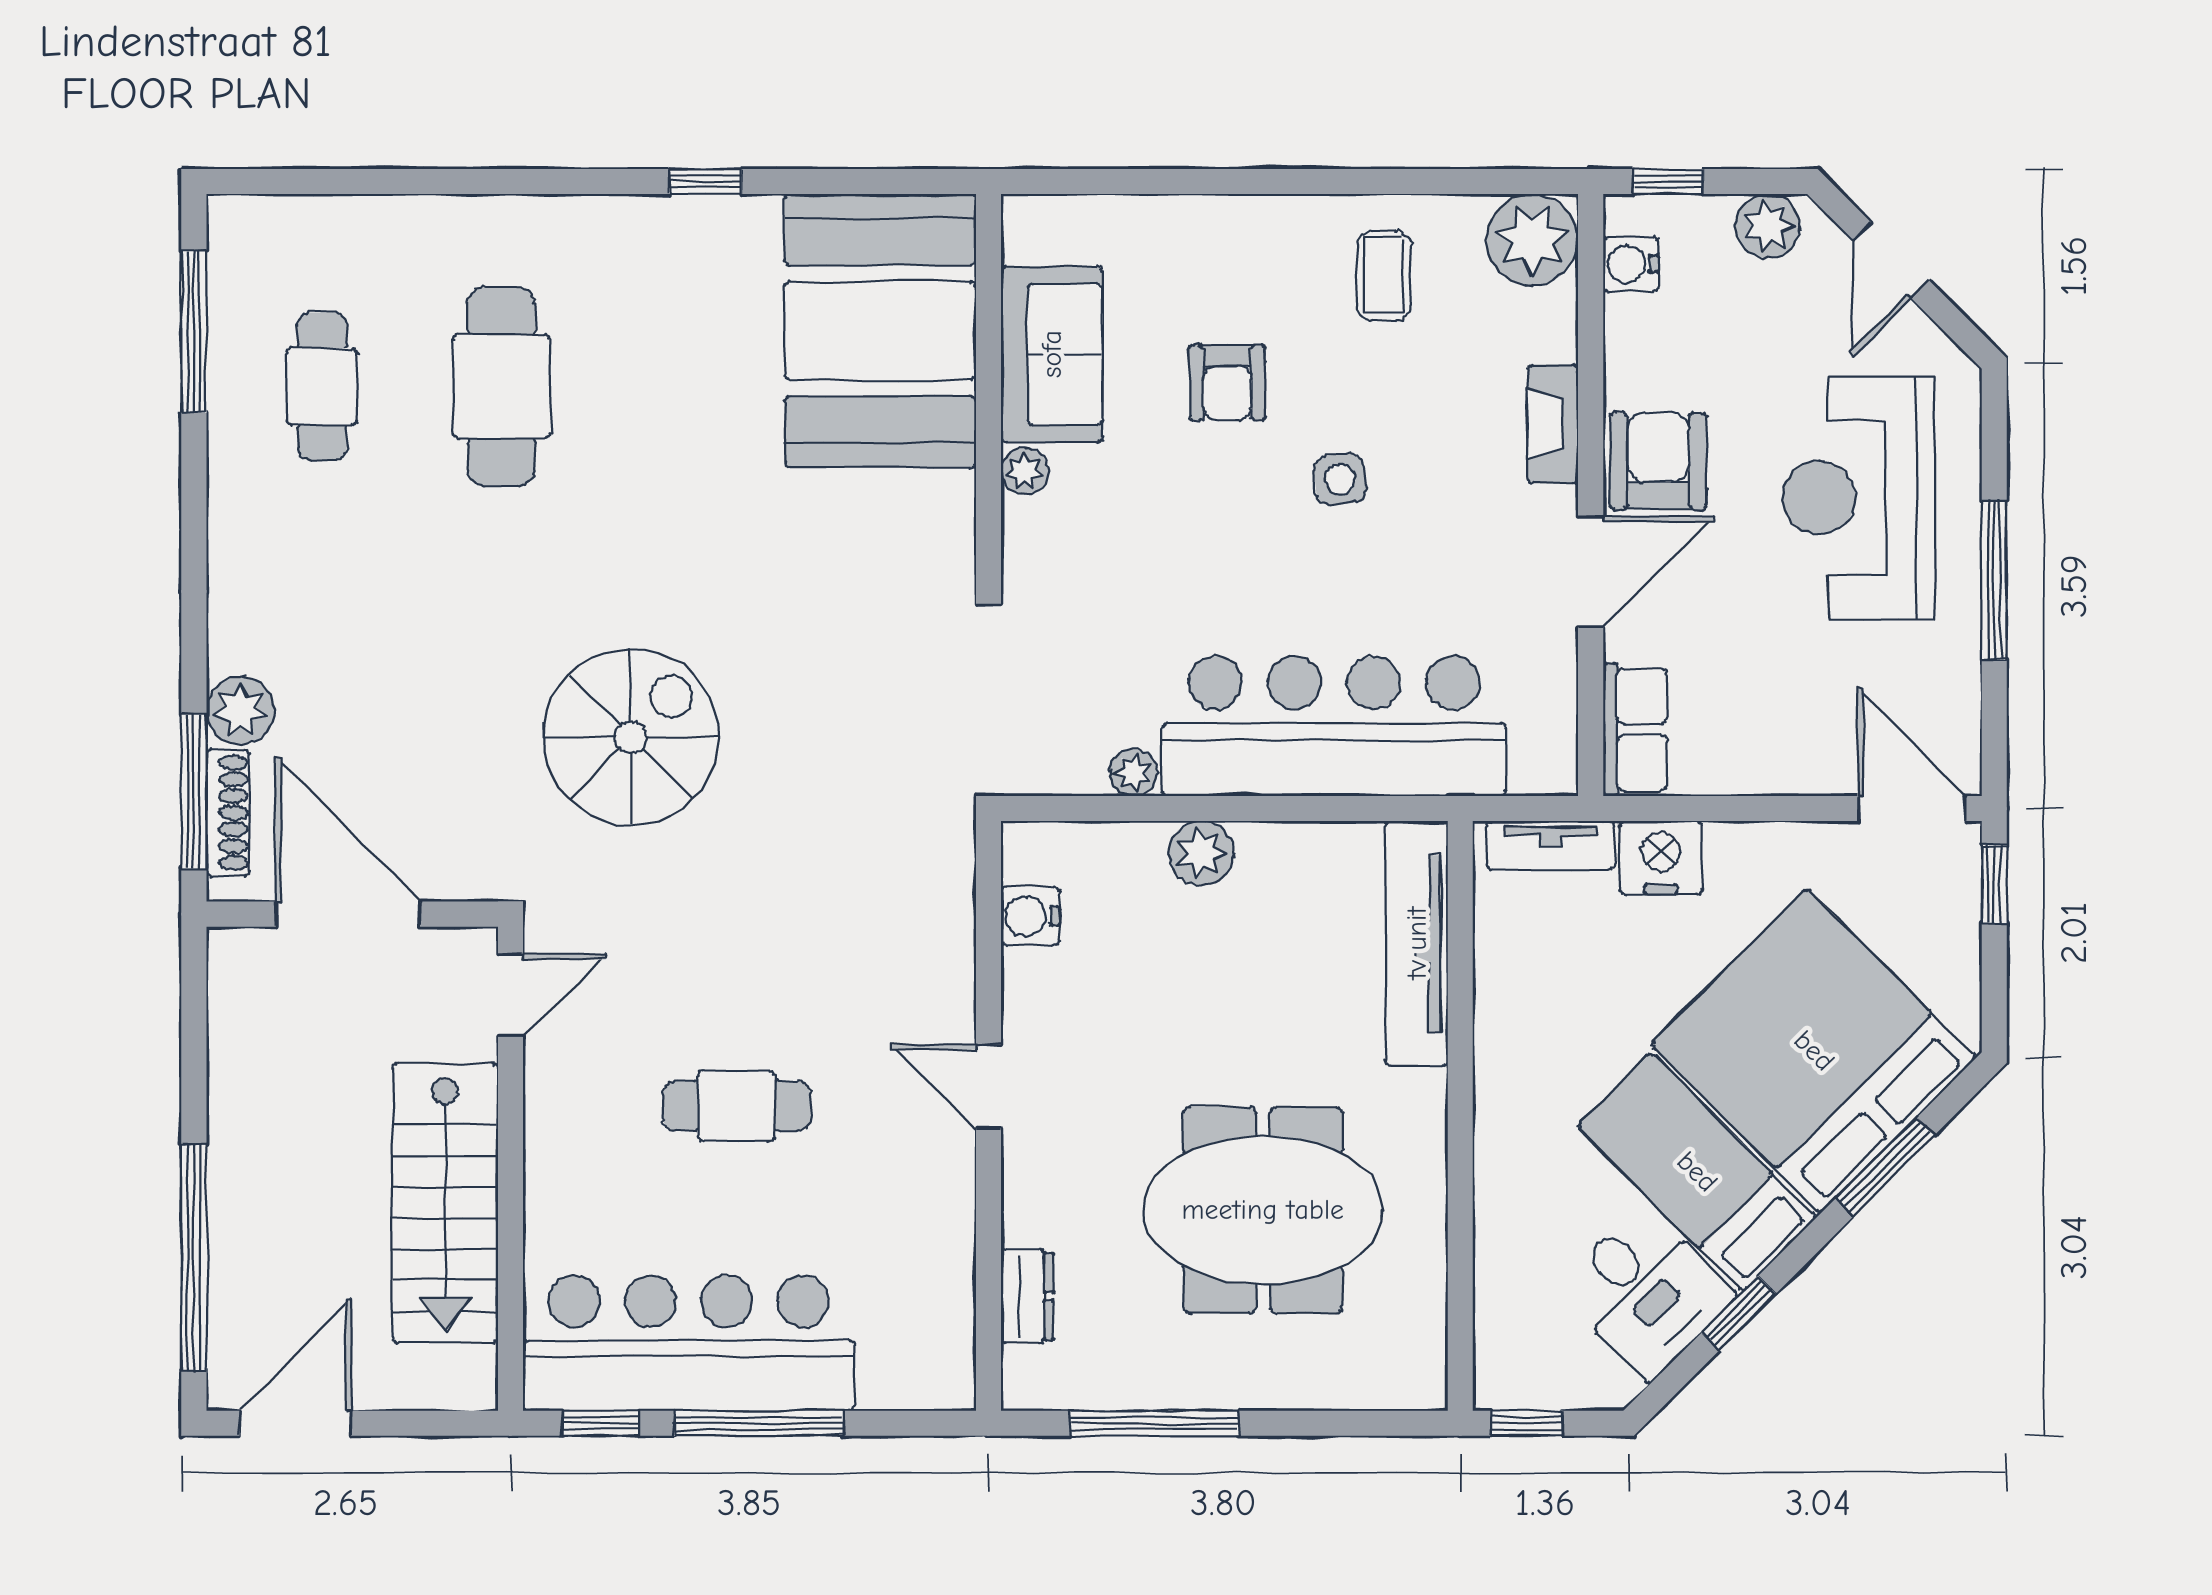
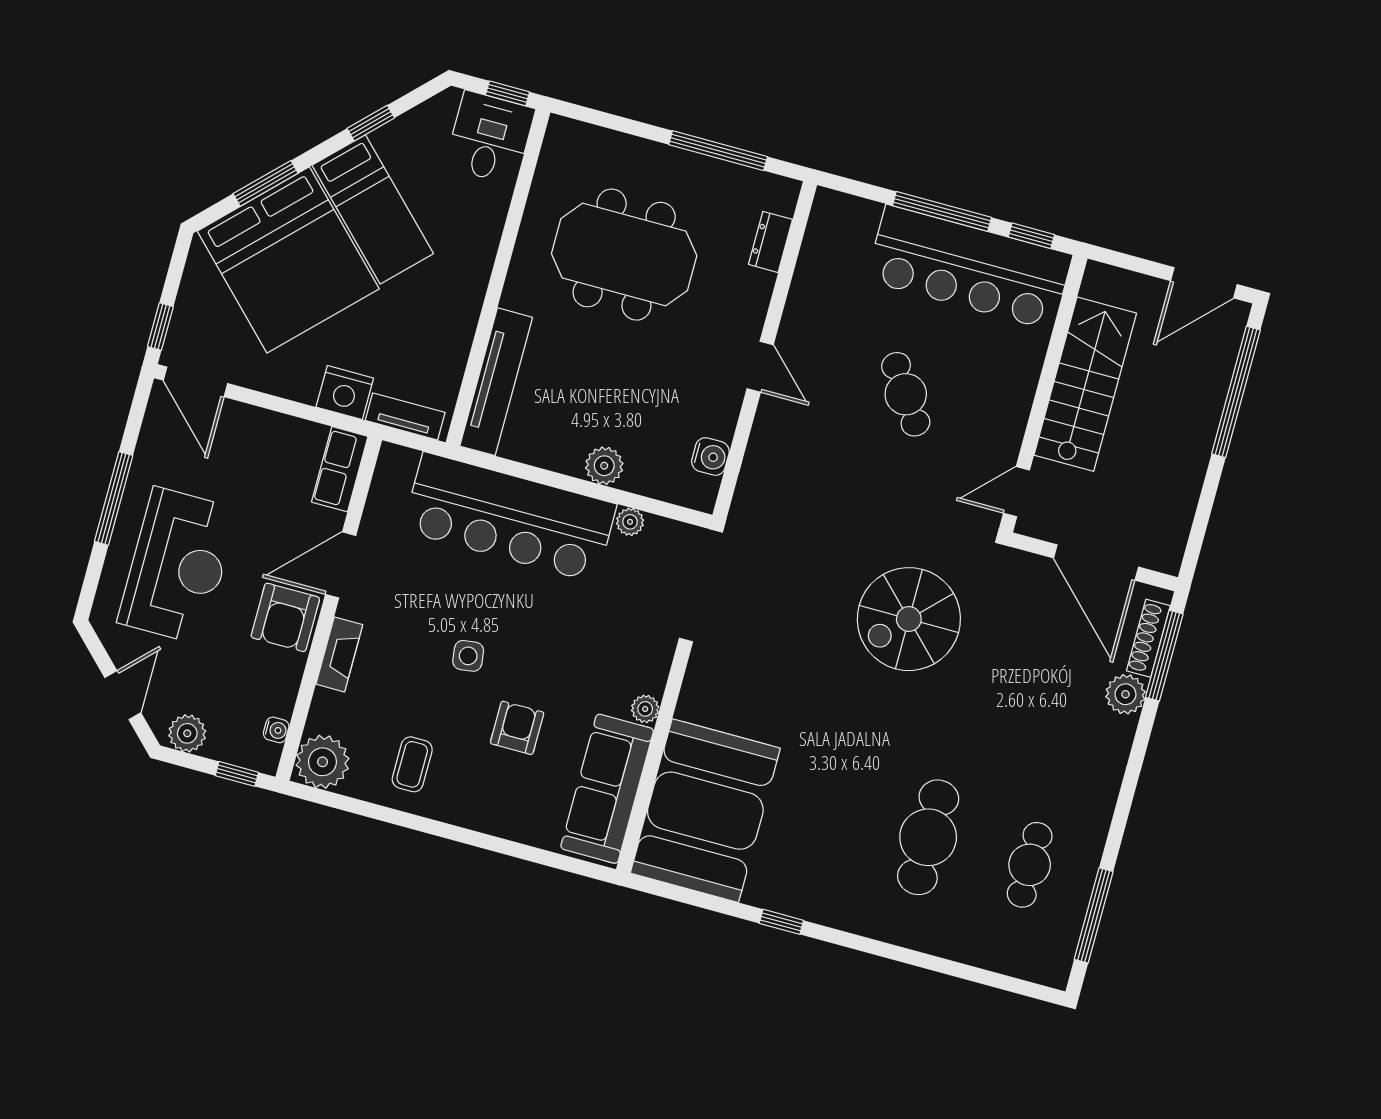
water cooler: (1631, 264) -> (276, 730), width x0.72, depth x0.72
sofa: (1052, 354) -> (607, 789), width x1.36
cafe table: (736, 1106) -> (906, 394), turned 56
desk: (1646, 1292) -> (490, 138), moved, turned 45

